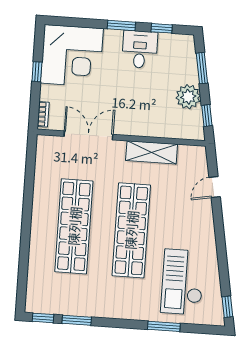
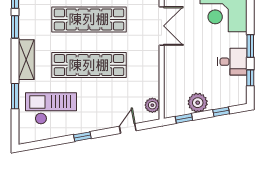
window: (202, 68) -> (221, 112), width x0.67
shelving: (152, 152) -> (26, 60), moved
plant: (187, 154) -> (152, 105), added
door: (215, 187) -> (128, 128), hinge flipped
window: (227, 307) -> (82, 137), moved

